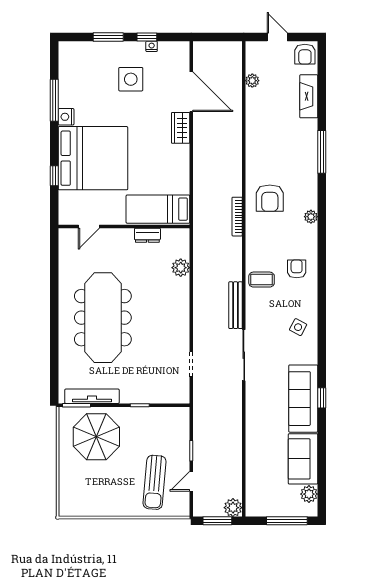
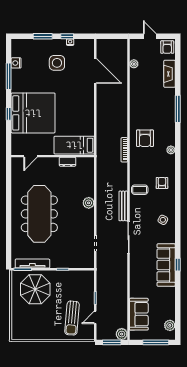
nightstand: (66, 117) -> (16, 63), moved
wardrobe: (181, 128) -> (89, 94), removed
window: (54, 176) -> (9, 114), moved
plant: (181, 268) -> (89, 203), moved
sofa: (303, 459) -> (139, 314), moved, turned 180

